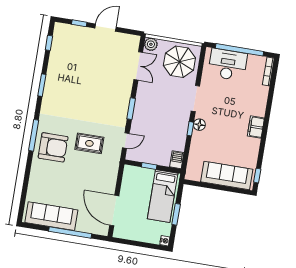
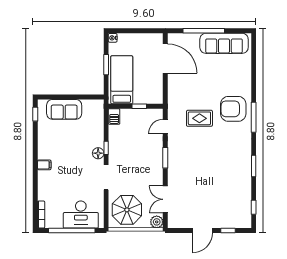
filing cabinet: (256, 127) -> (44, 165), width x0.50
sofa: (227, 176) -> (64, 109), width x0.73

